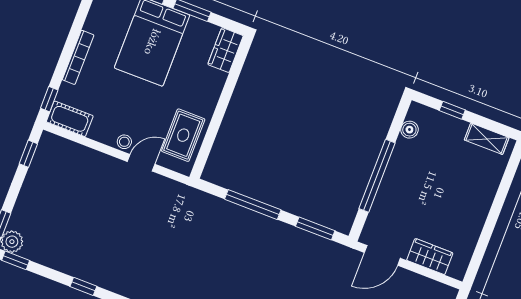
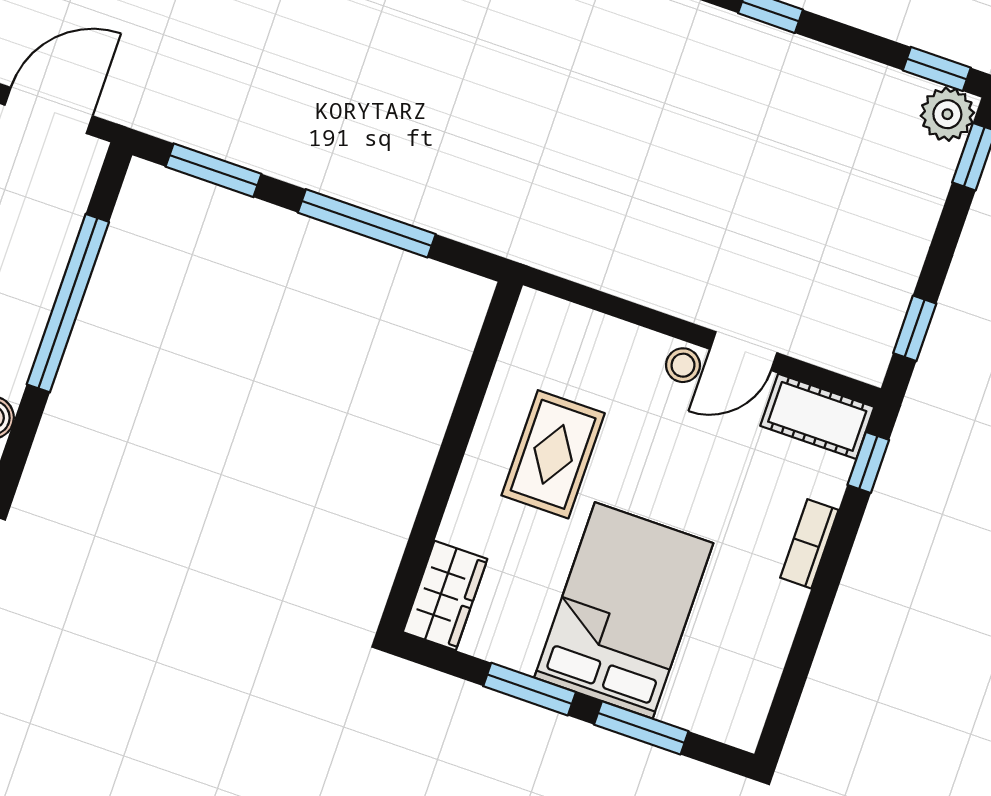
bookcase: (78, 57) -> (809, 544), width x0.64
rug: (183, 135) -> (553, 454), moved
door: (141, 163) -> (743, 351), moved

